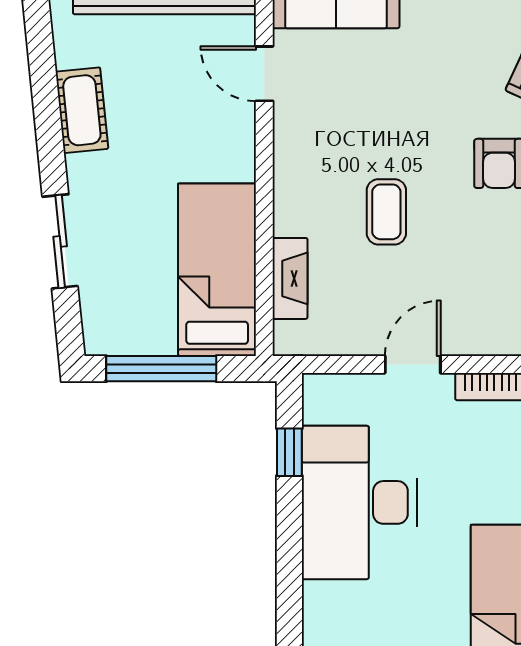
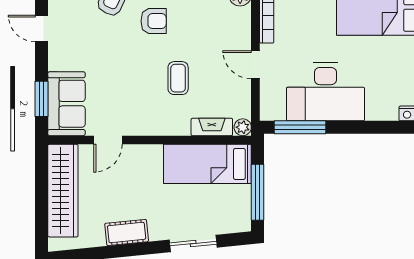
coffee table: (386, 212) -> (178, 78), turned 90
plant: (290, 339) -> (243, 127), added
window: (289, 452) -> (300, 127), width x2.17

